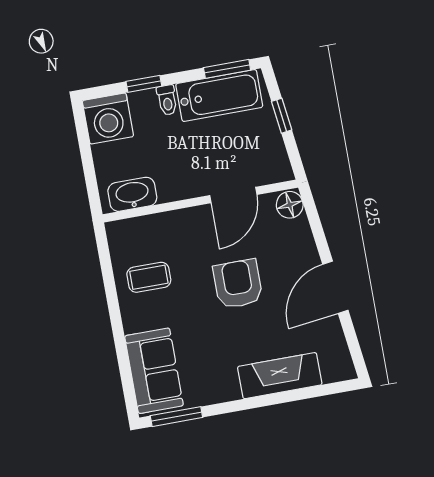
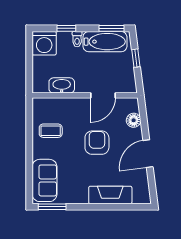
washbasin: (132, 194) -> (62, 85), moved
floor lamp: (290, 205) -> (134, 120), moved

